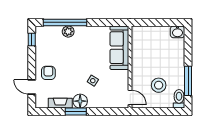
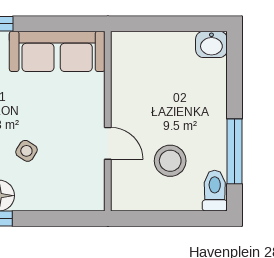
sofa: (119, 48) -> (57, 51), moved, turned -90
door: (130, 97) -> (108, 143), moved

